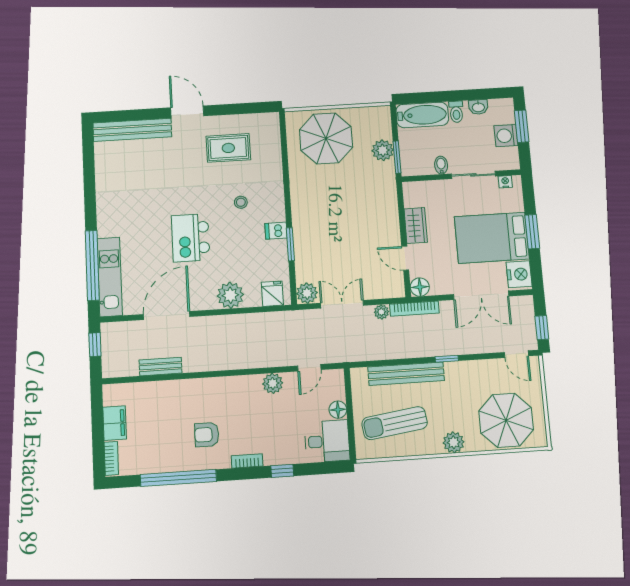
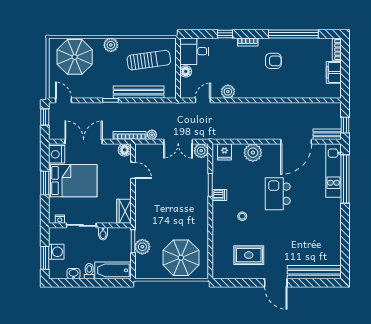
wardrobe: (416, 225) -> (124, 211), moved
kitchen island: (191, 238) -> (278, 194), turned 180
bench: (161, 367) -> (327, 134), moved

